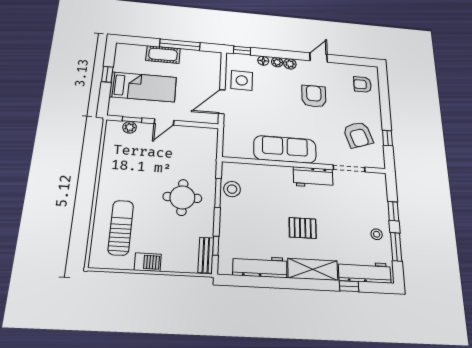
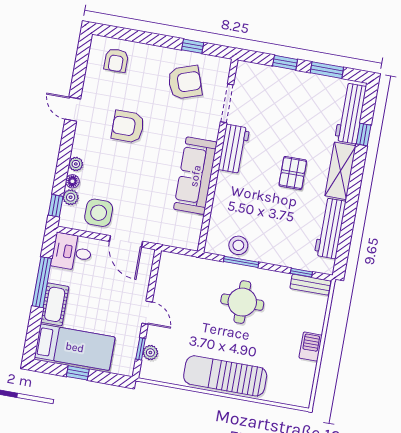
desk: (207, 64) -> (72, 252), added
plant: (290, 64) -> (71, 197), moved
bed: (143, 87) -> (75, 347), moved, turned 90
sun lounger: (121, 228) -> (225, 376), moved, width x1.36, depth x1.34
stool: (377, 234) -> (310, 89), removed

